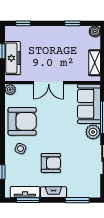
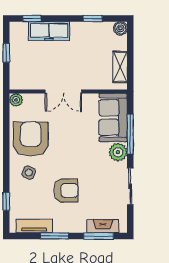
freezer: (12, 58) -> (49, 31), moved, turned 90
armchair: (22, 121) -> (31, 139), turned -90
fireplace: (53, 192) -> (103, 226), moved
window: (28, 200) -> (54, 236), moved

